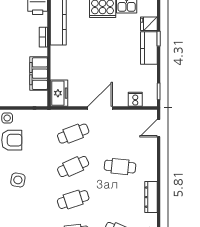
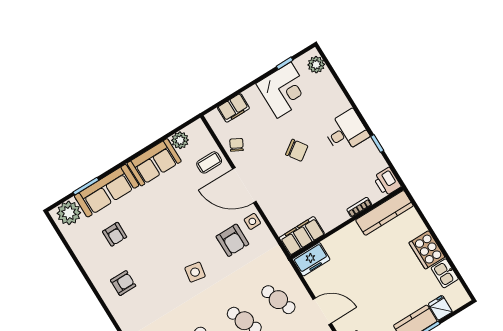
filing cabinet: (39, 74) -> (302, 236), moved

